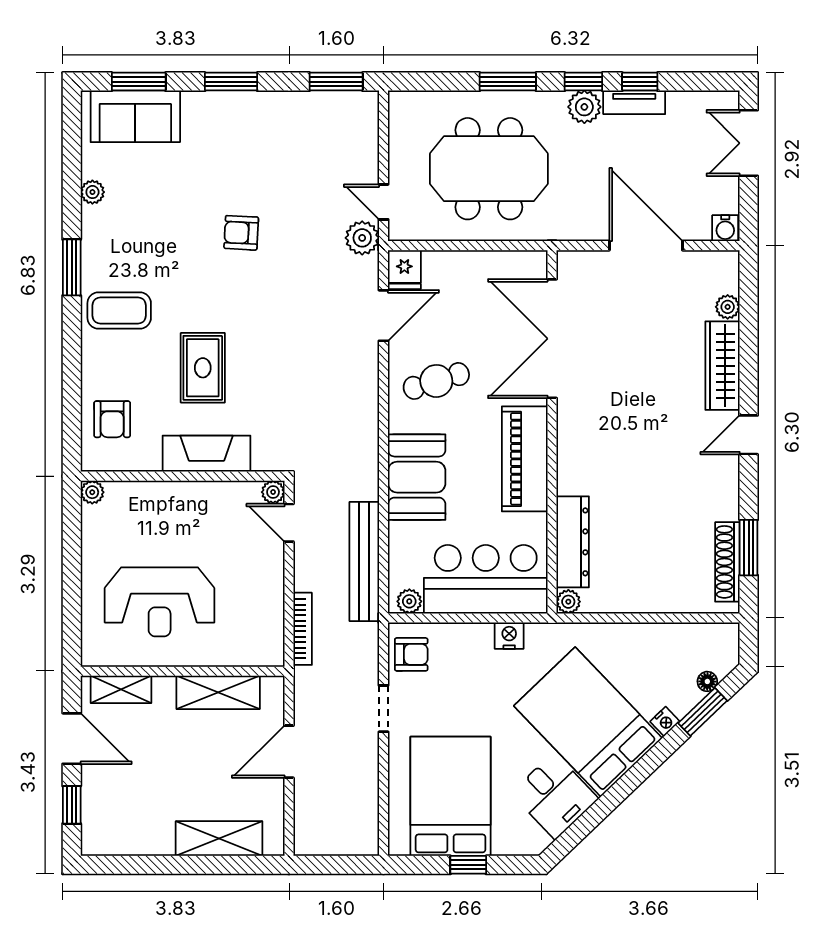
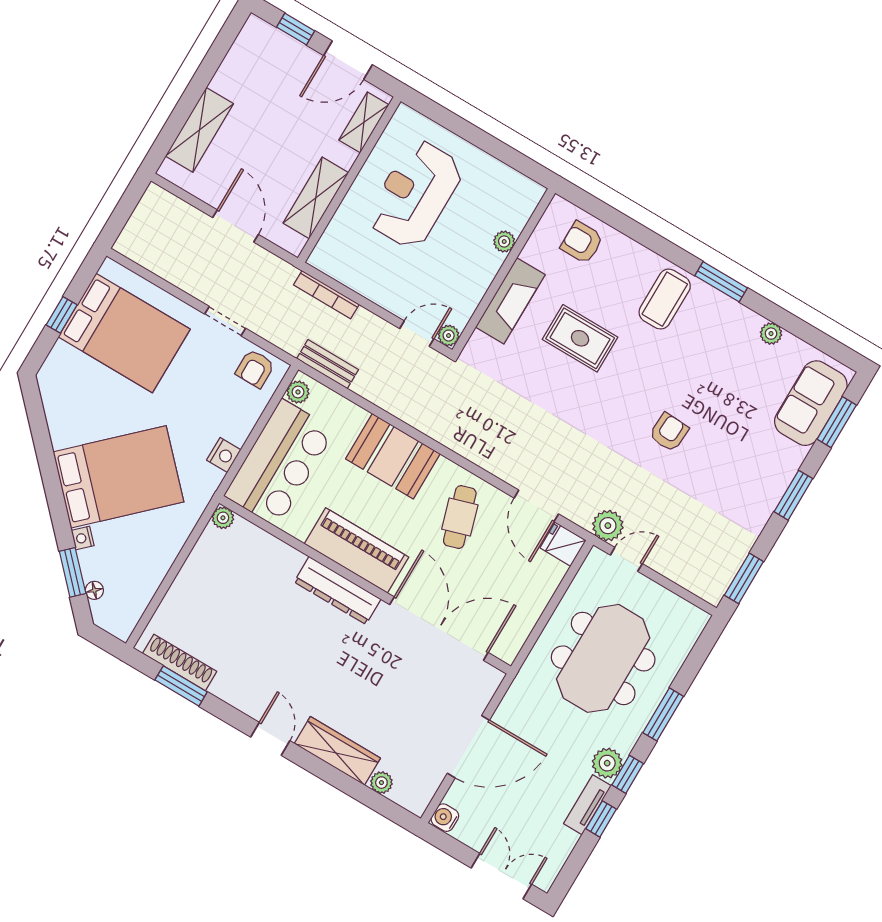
plant: (92, 492) -> (504, 242), moved
dresser: (573, 542) -> (338, 590), moved
bench: (364, 562) -> (328, 364), width x0.54, depth x0.82
desk: (555, 796) -> (76, 416), removed

